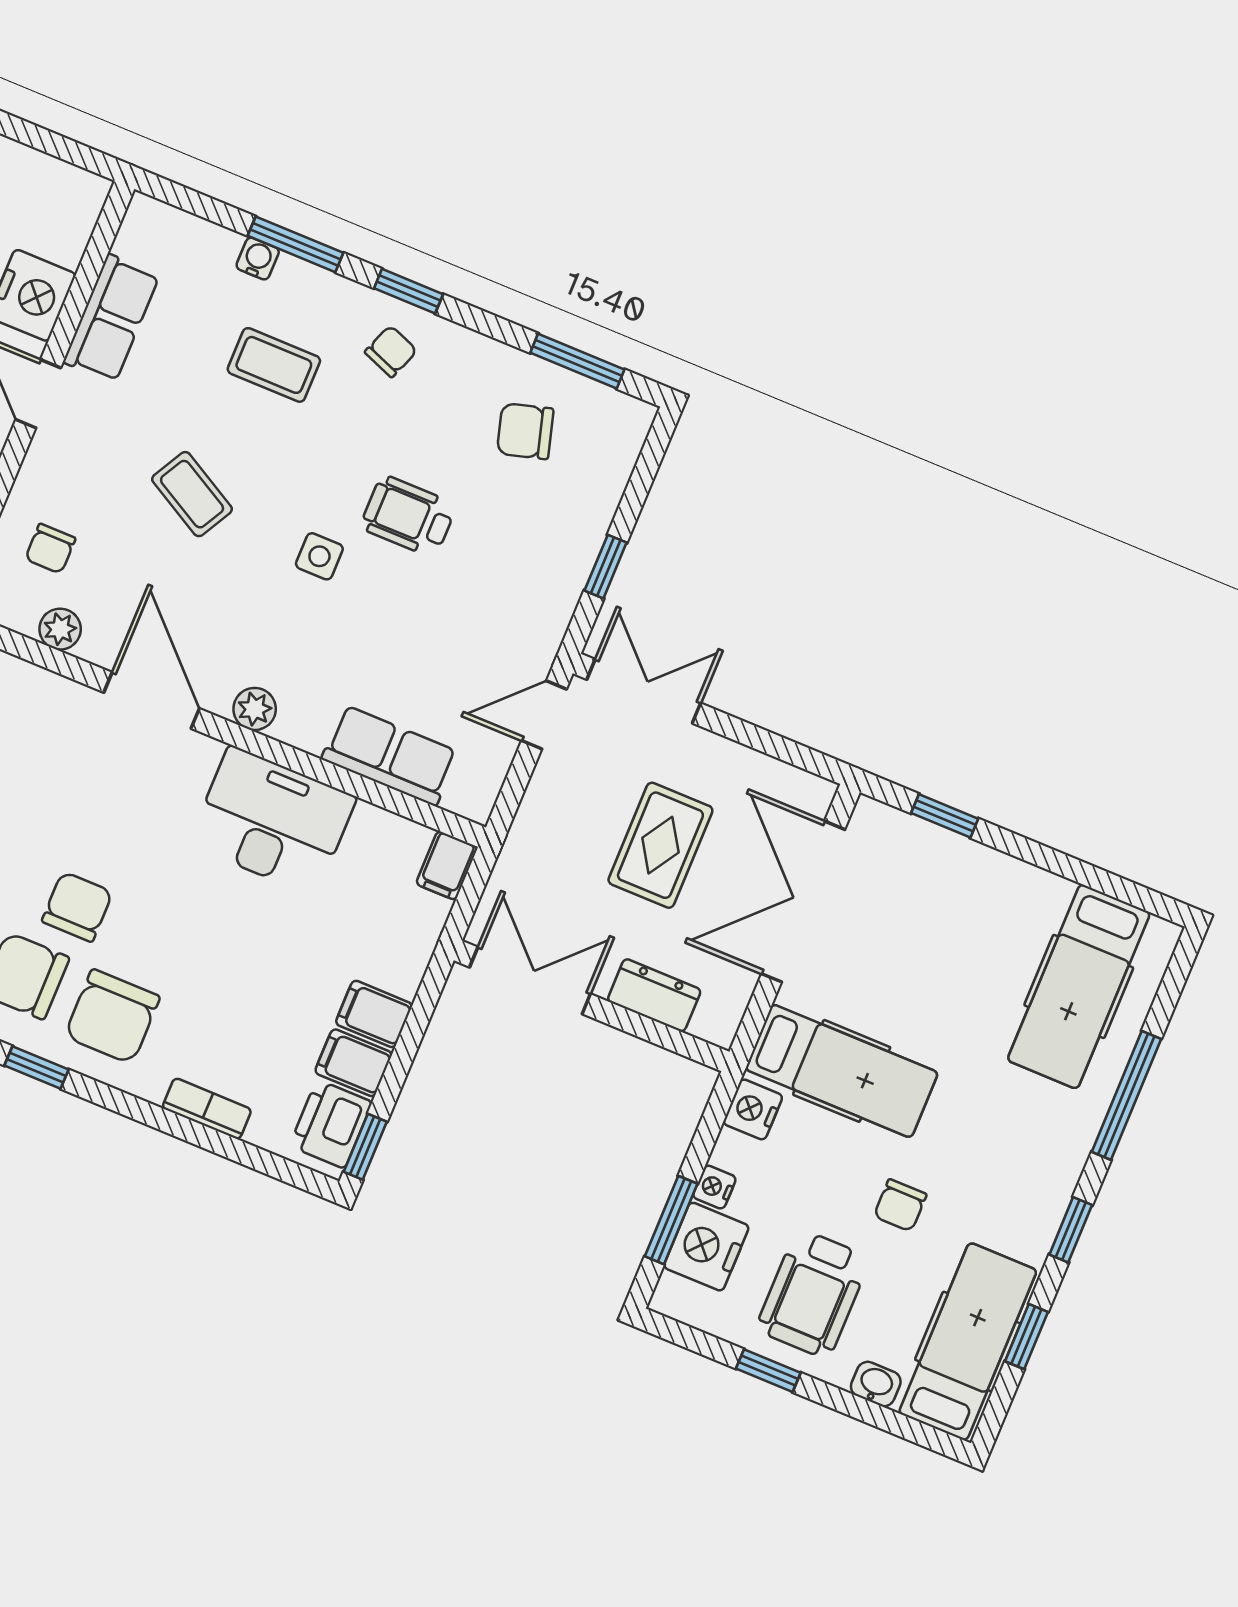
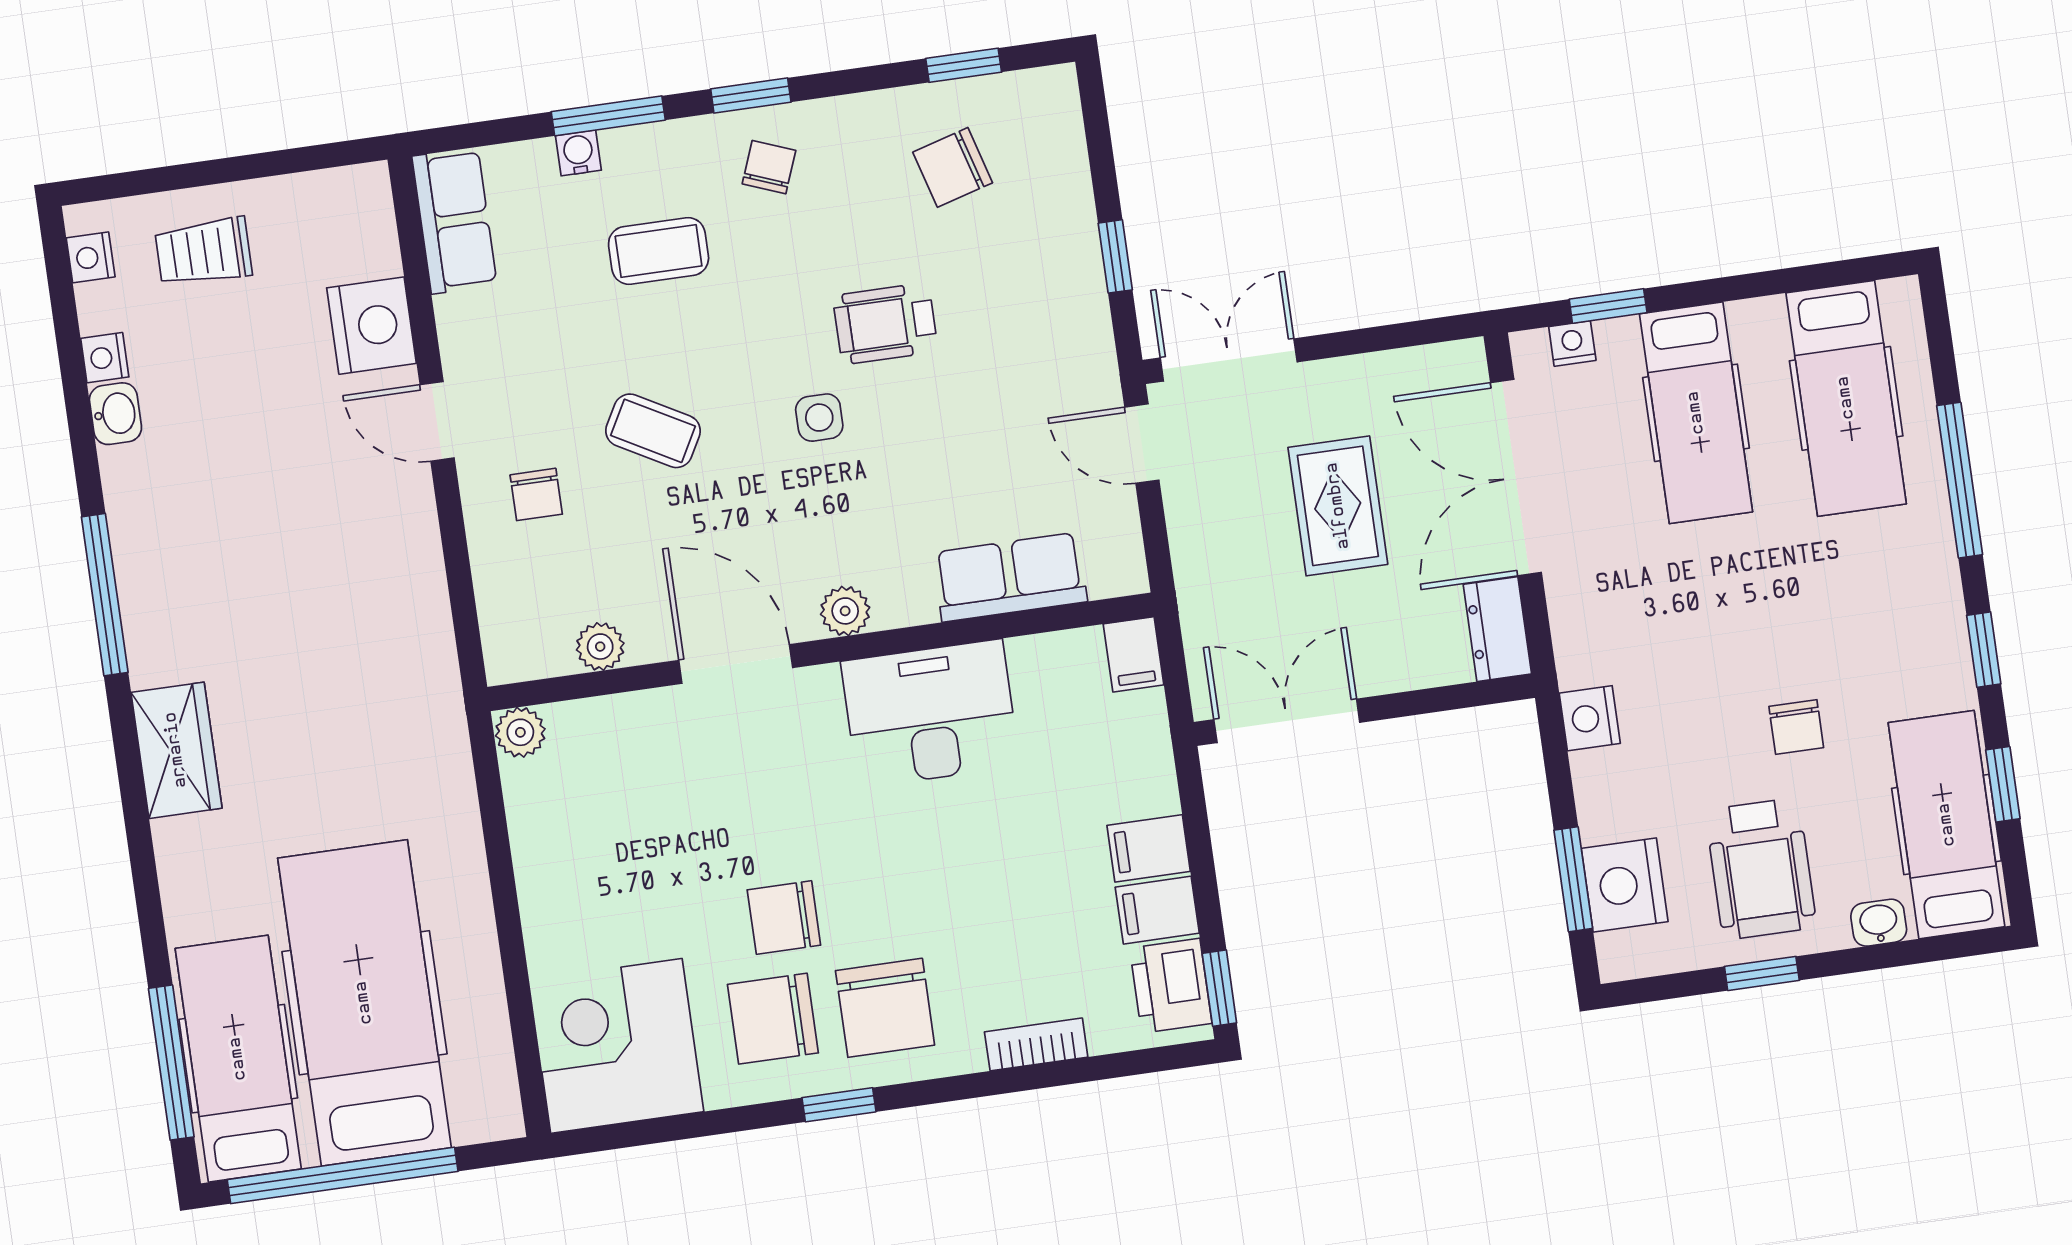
row of seats: (111, 318) -> (454, 221), moved
window: (577, 361) -> (964, 65), width x0.67
chair: (50, 549) -> (536, 494), moved
door: (544, 715) -> (1142, 444), hinge flipped
chair: (77, 907) -> (784, 917), turned -90
dresser: (654, 995) -> (1497, 629), moved, turned -90
hospital bed: (842, 1071) -> (1696, 413), moved, turned 90
nightstand: (714, 1187) -> (1572, 344), moved, turned 90

